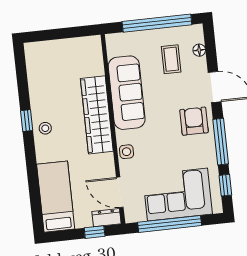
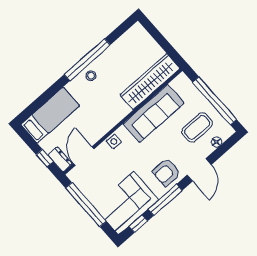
coffee table: (171, 59) -> (197, 127), width x1.36, depth x1.30
wardrobe: (97, 115) -> (150, 81), moved
window: (27, 121) -> (87, 60), width x3.17
armchair: (194, 121) -> (166, 172), turned 180
corner sofa: (177, 195) -> (126, 203), moved, turned -90

